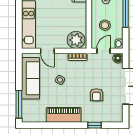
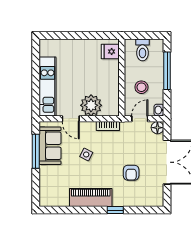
plant: (76, 40) -> (91, 105), moved
sofa: (31, 78) -> (50, 146), width x0.73
window: (19, 104) -> (36, 151), moved
window: (95, 125) -> (115, 210), moved

